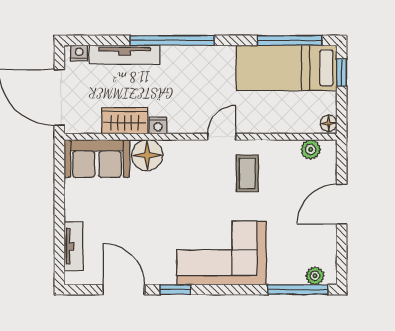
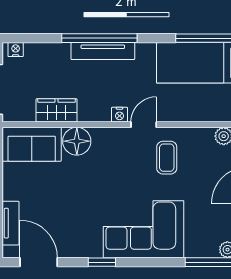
tv unit: (125, 55) -> (103, 51), moved
nightstand: (158, 126) -> (119, 115), moved
door: (124, 290) -> (39, 262), moved

